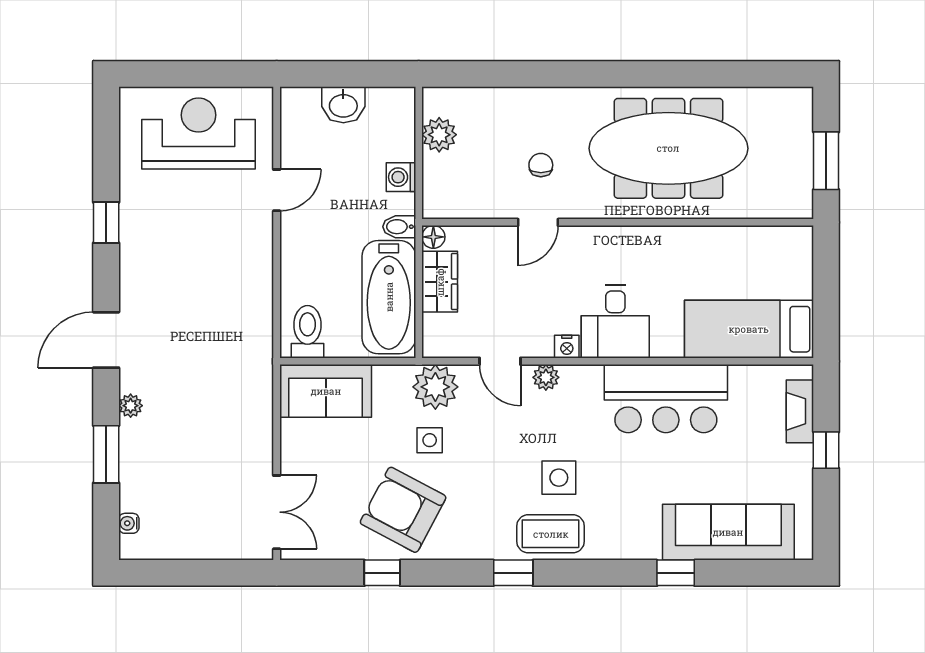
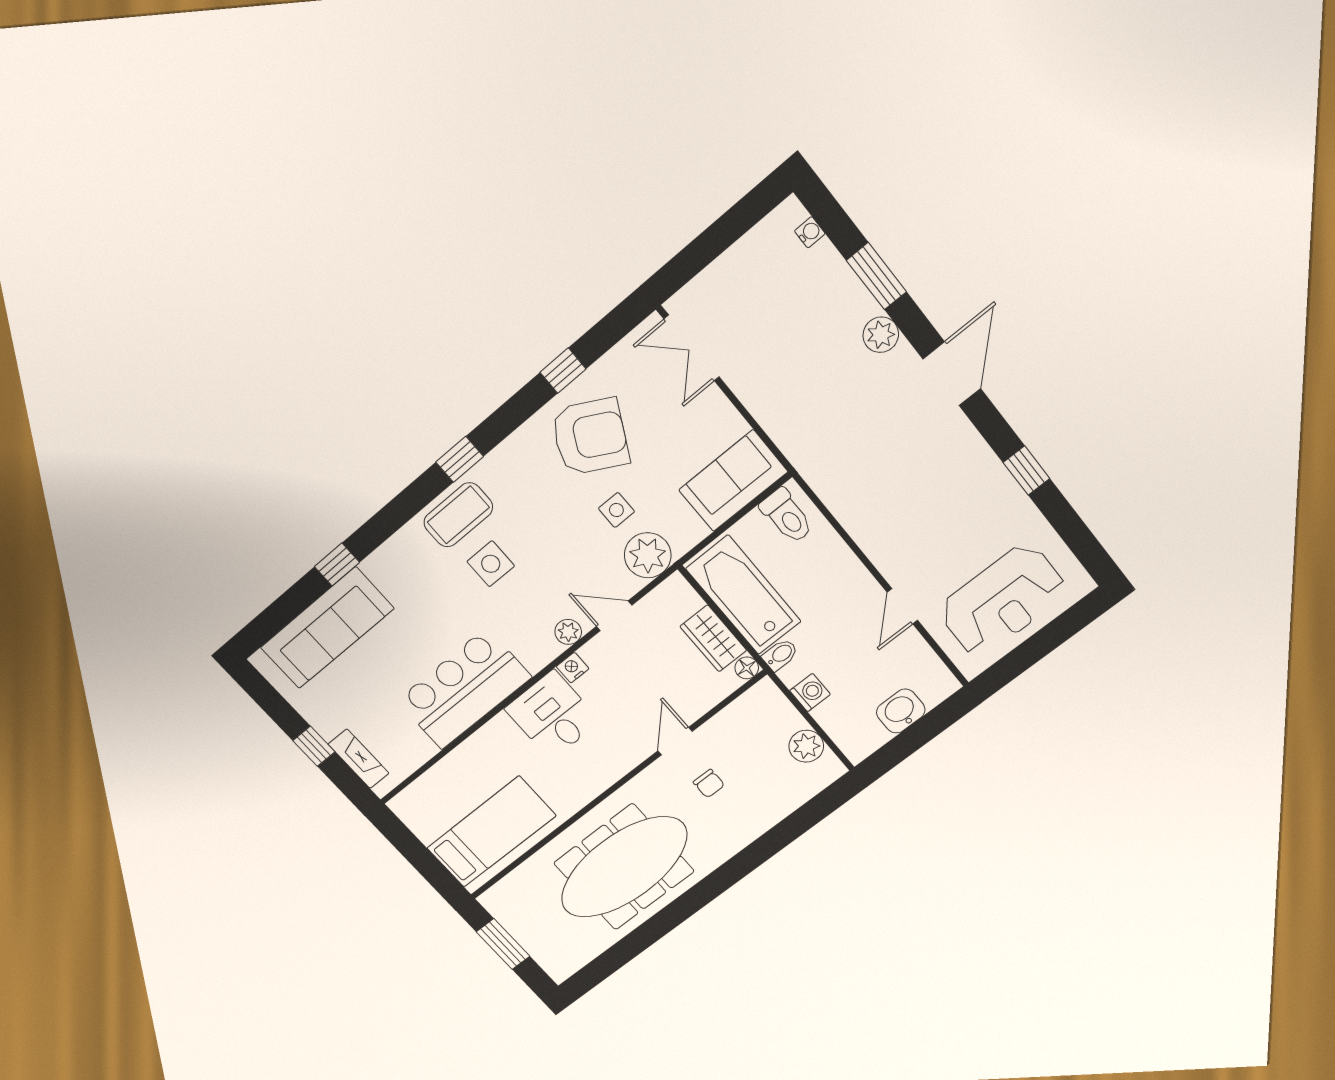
bed: (749, 329) -> (491, 832), moved
plant: (131, 406) -> (881, 335), width x1.38, depth x1.38

